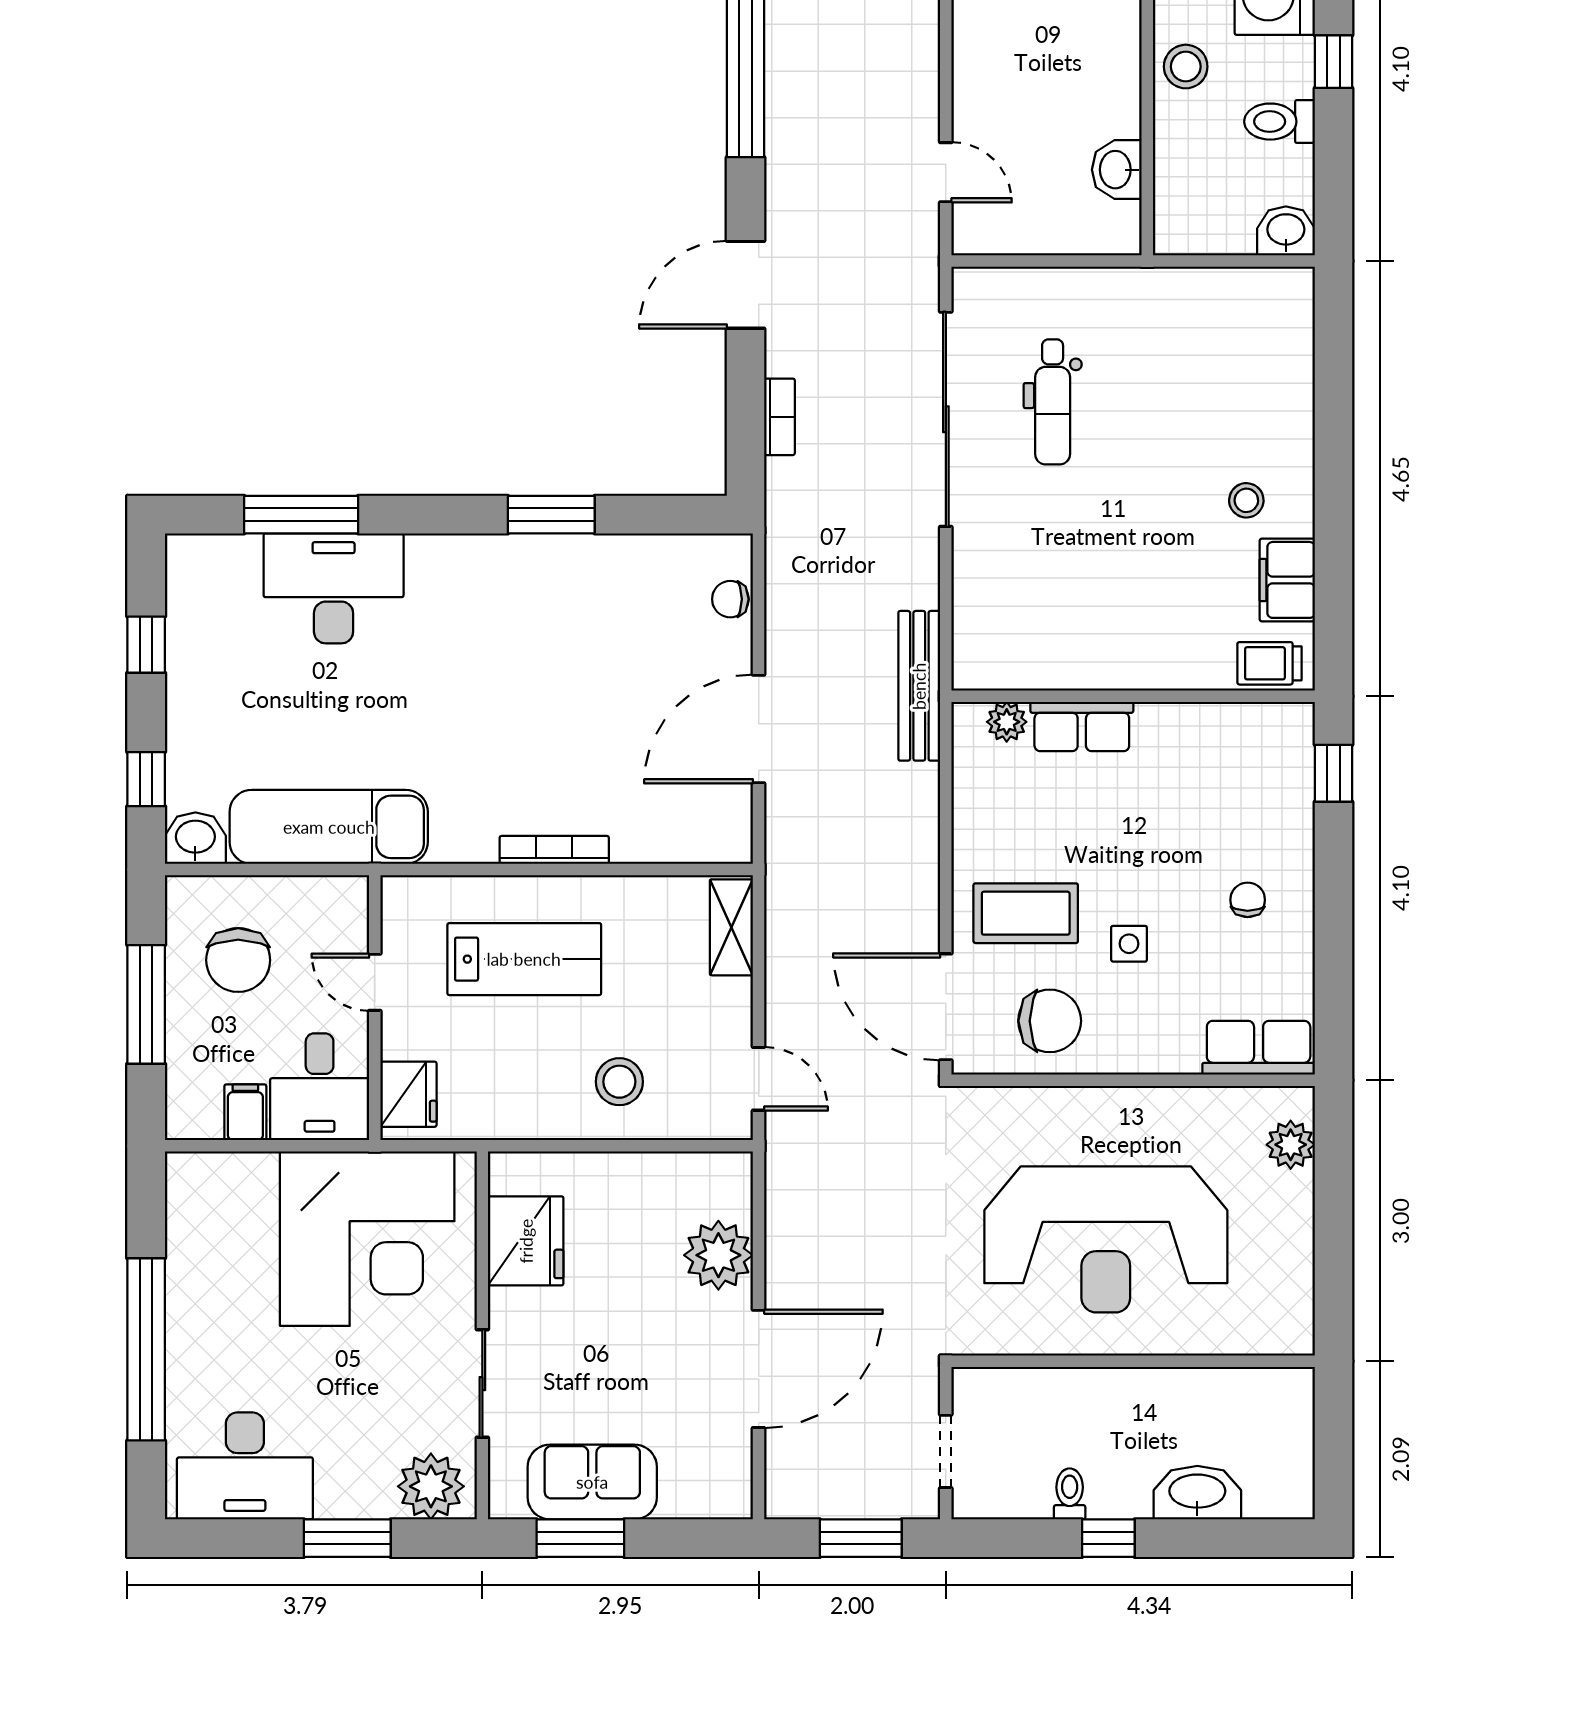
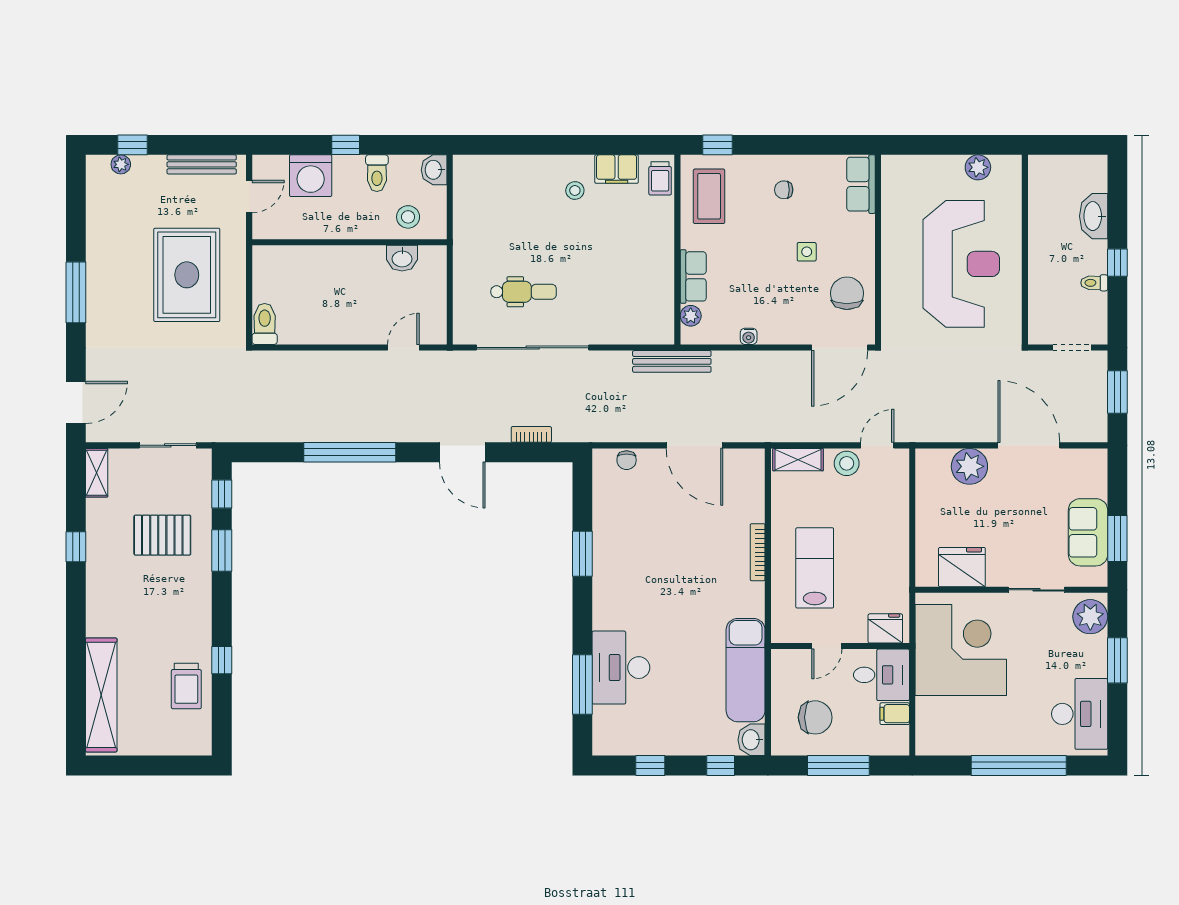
stool: (1186, 67) -> (408, 217), moved
water cooler: (967, 833) -> (749, 336), added
coffee table: (1026, 913) -> (709, 196), moved
stool: (619, 1082) -> (847, 463), moved
plant: (1291, 1145) -> (978, 167), moved

